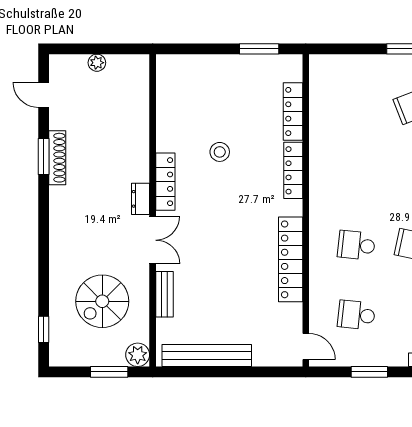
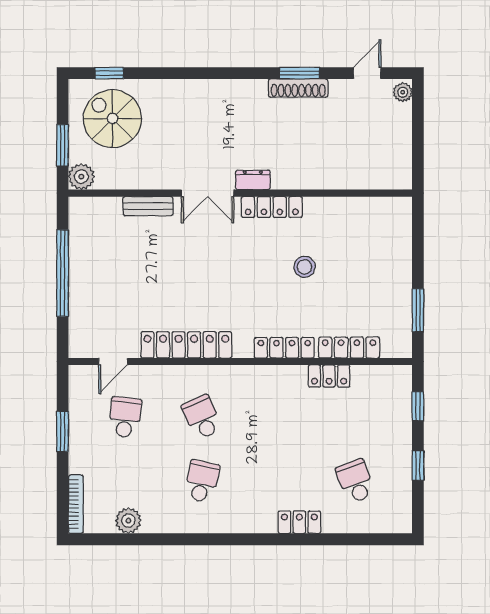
window: (346, 49) -> (418, 406), added
plant: (97, 63) -> (403, 92), moved
locker: (319, 130) -> (329, 376), added
school desk: (356, 245) -> (202, 417), turned -30
spiral stairs: (102, 301) -> (112, 119), moved
door: (306, 346) -> (113, 362), moved
bench: (207, 356) -> (81, 253), removed
window: (225, 372) -> (63, 273), added

